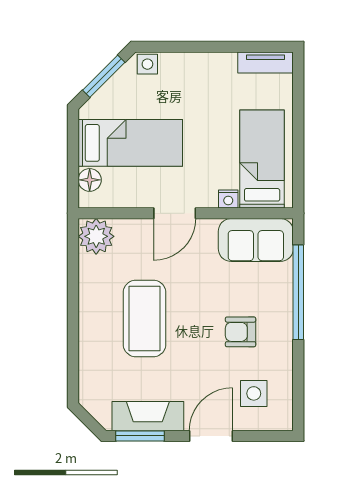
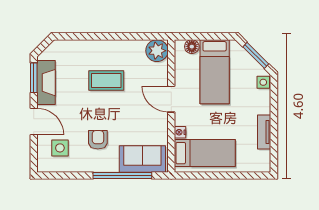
tv unit: (266, 63) -> (264, 132), moved
sofa: (256, 240) -> (142, 159), moved, turned 90
coffee table: (145, 318) -> (106, 80), width x0.73, depth x0.76

